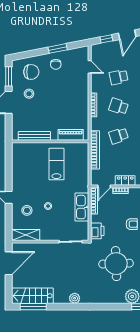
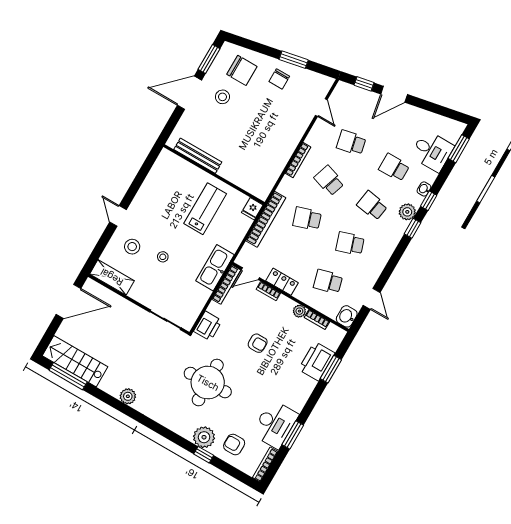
piano: (71, 135) -> (246, 182), removed
fridge: (84, 148) -> (252, 209), added
kitchen sink: (82, 207) -> (215, 268), moved

